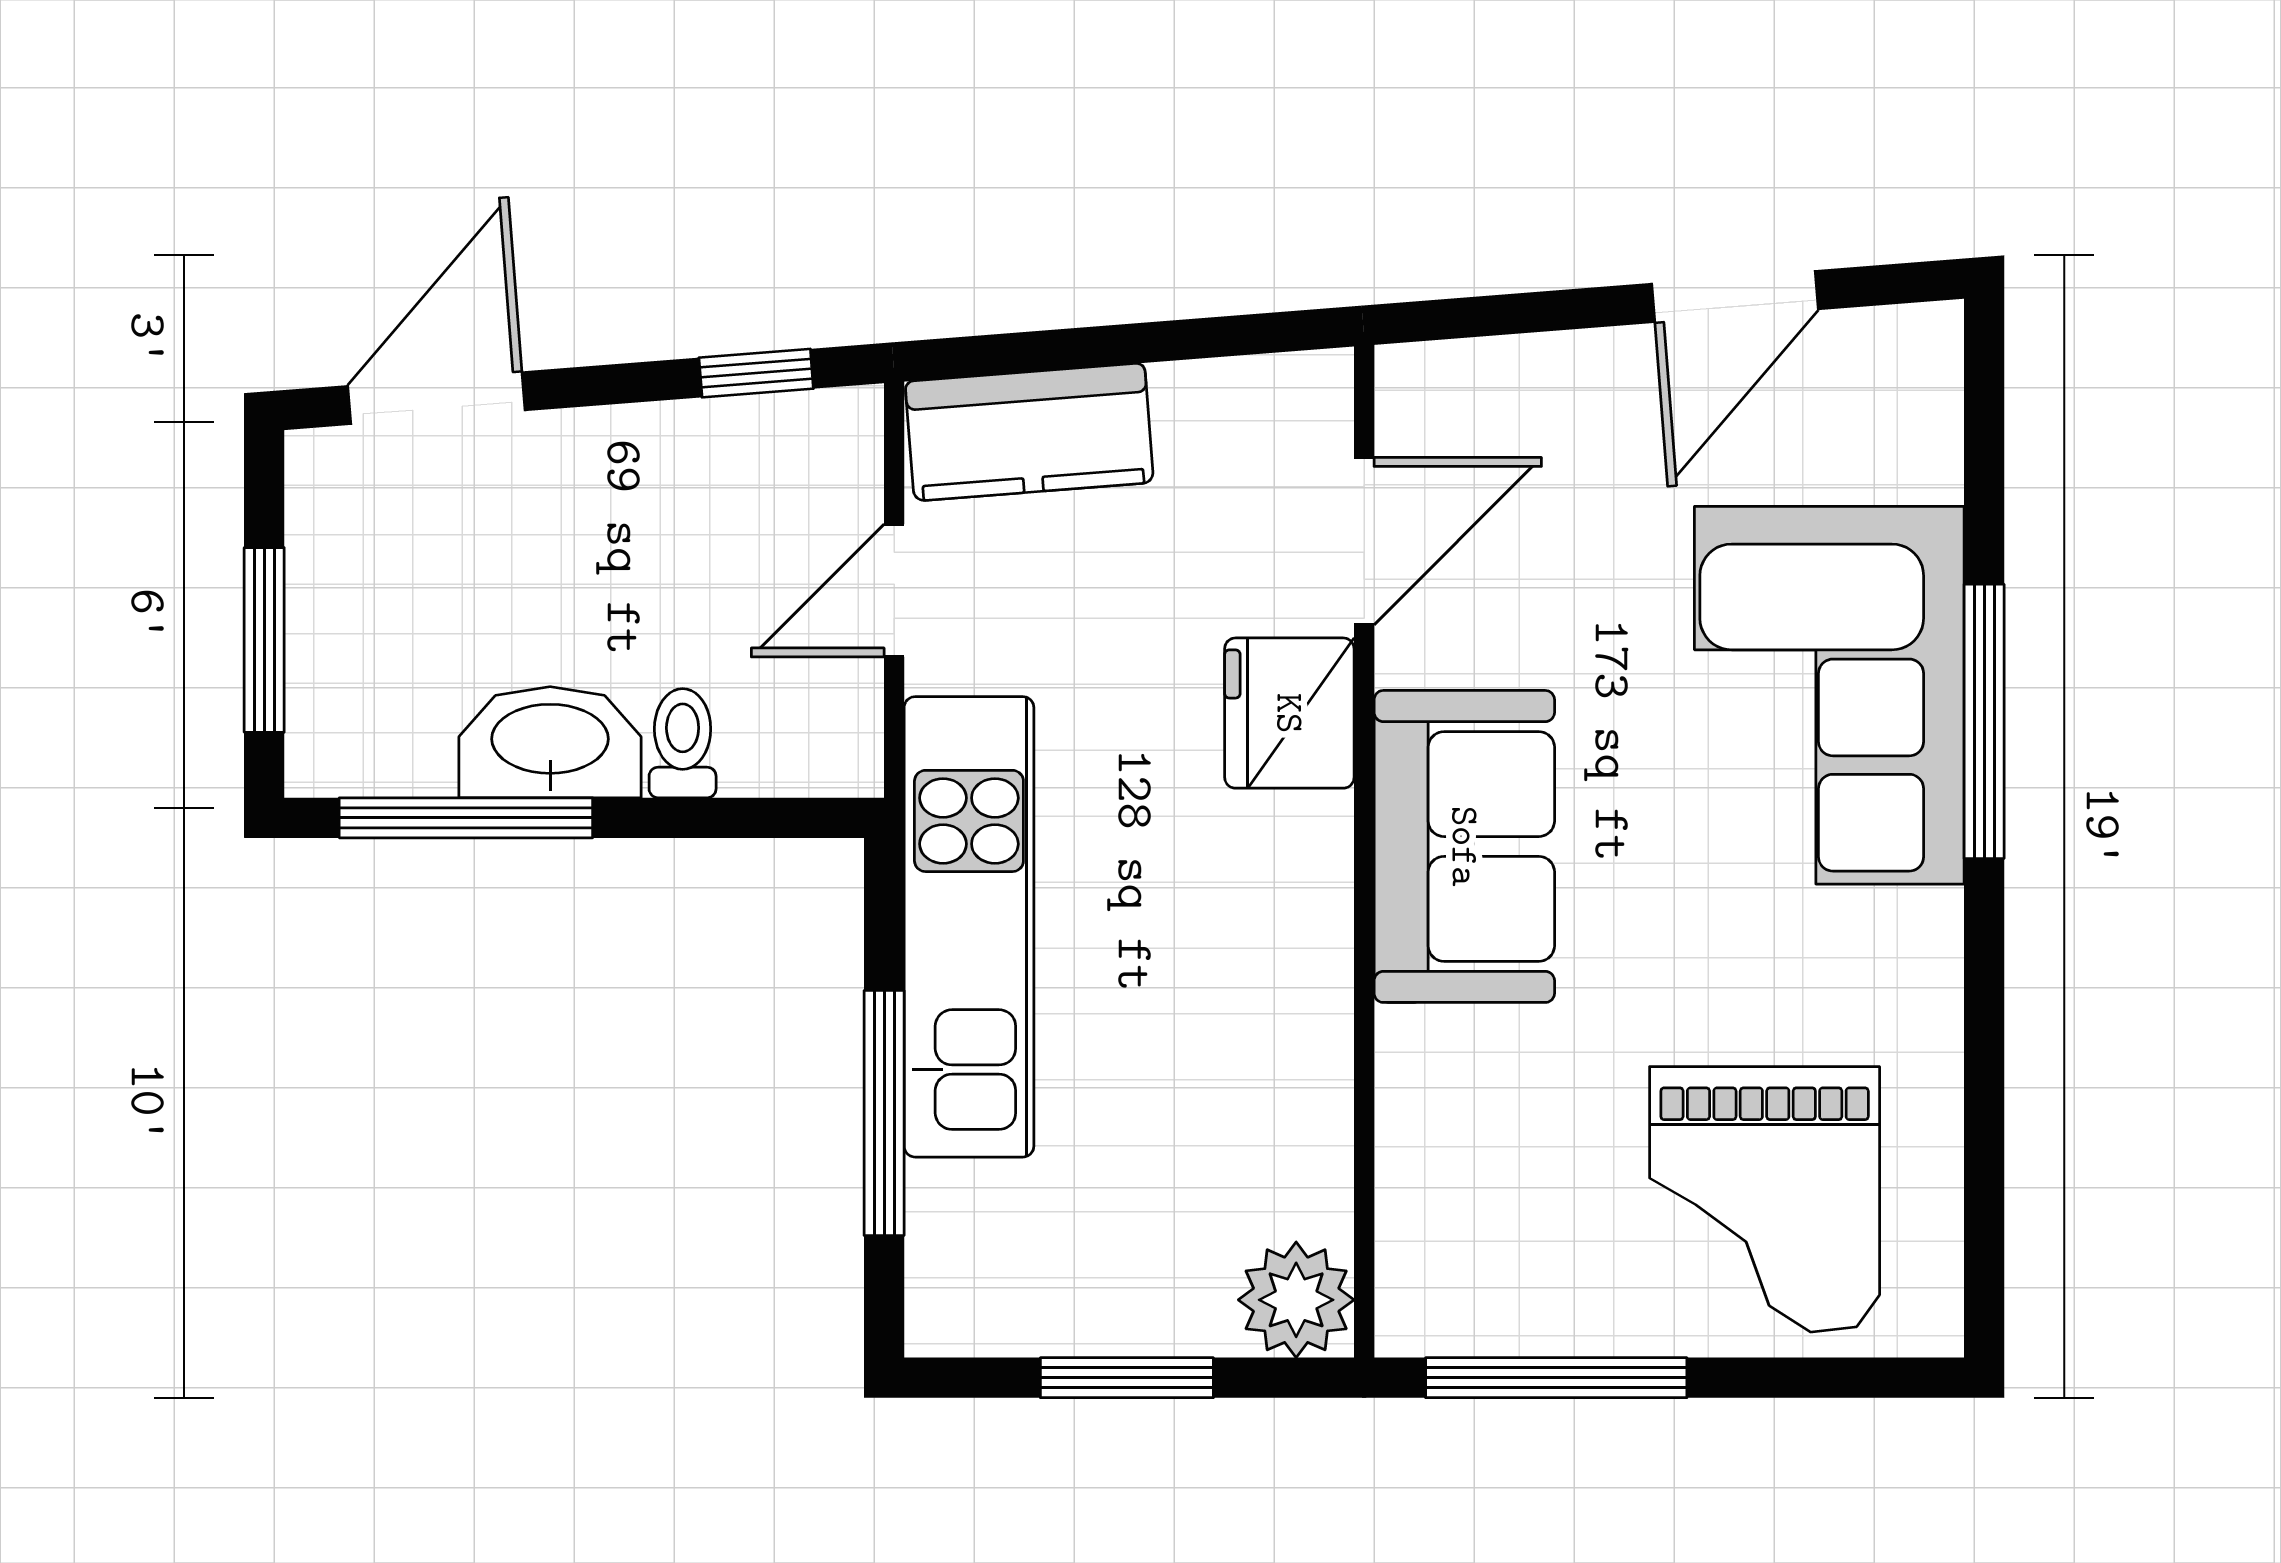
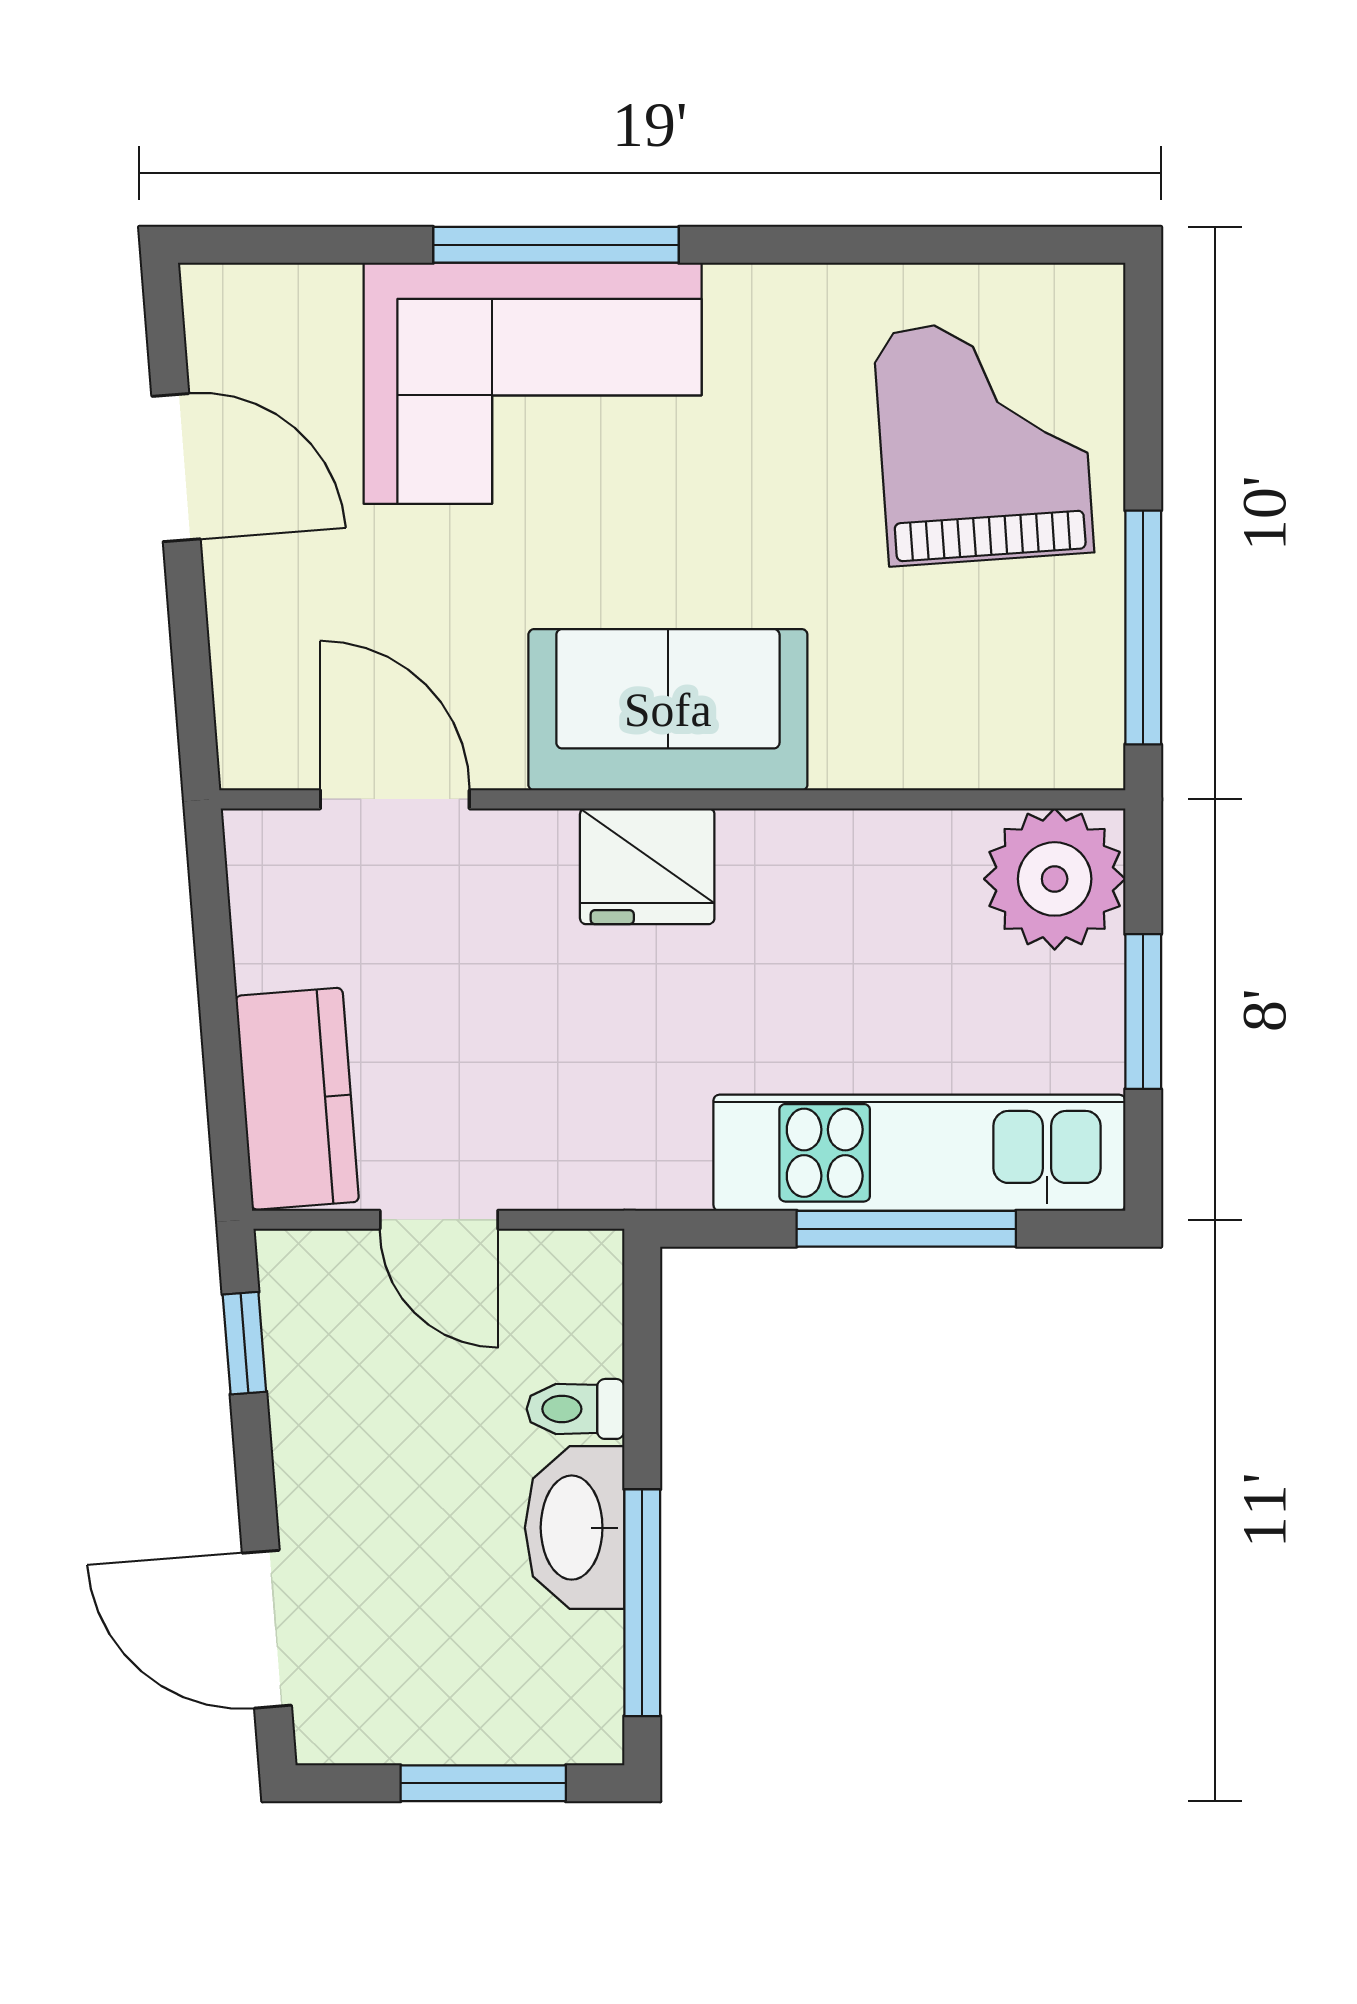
fridge: (1289, 713) -> (647, 866), moved
kitchen unit: (969, 927) -> (919, 1153), moved
grand piano: (1765, 1199) -> (984, 441), turned -94
plant: (1296, 1300) -> (1055, 879), width x1.36, depth x1.36

